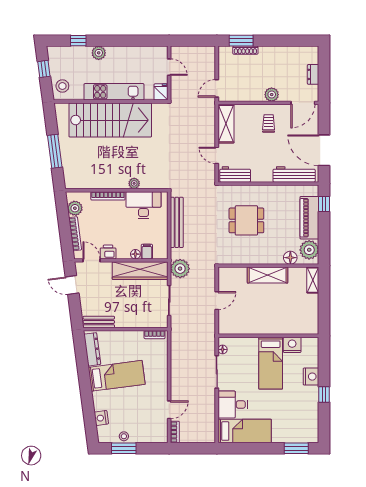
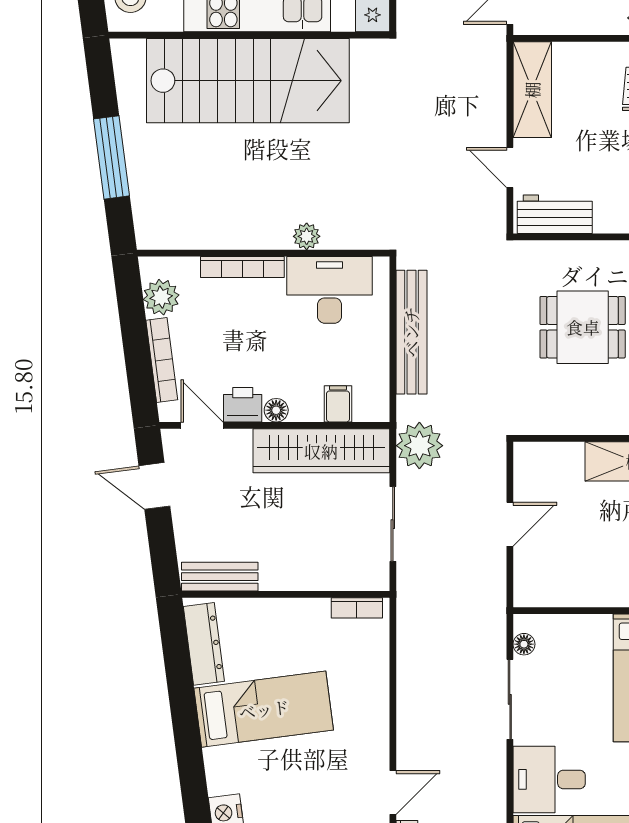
floor lamp: (135, 254) -> (276, 410), moved

